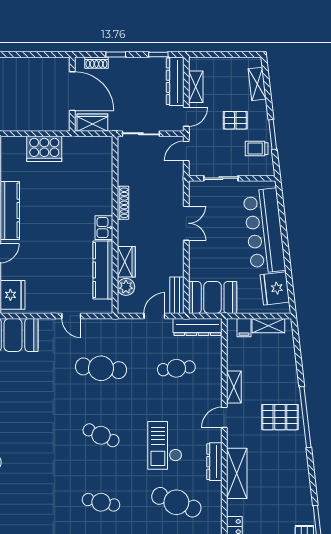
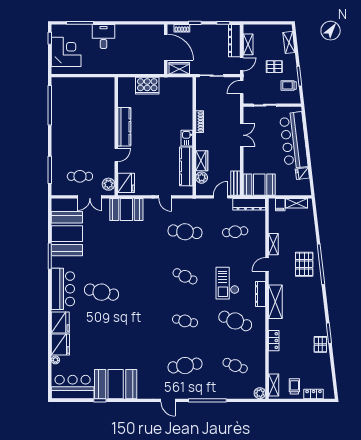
fridge: (275, 288) -> (302, 174), width x0.53, depth x0.75
pallet: (280, 417) -> (304, 264), turned 90

